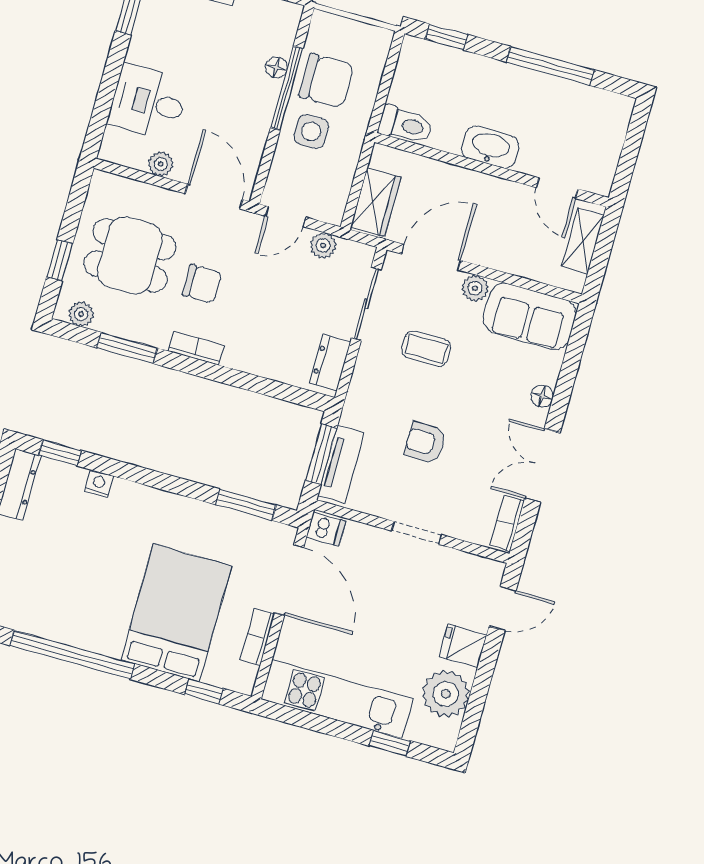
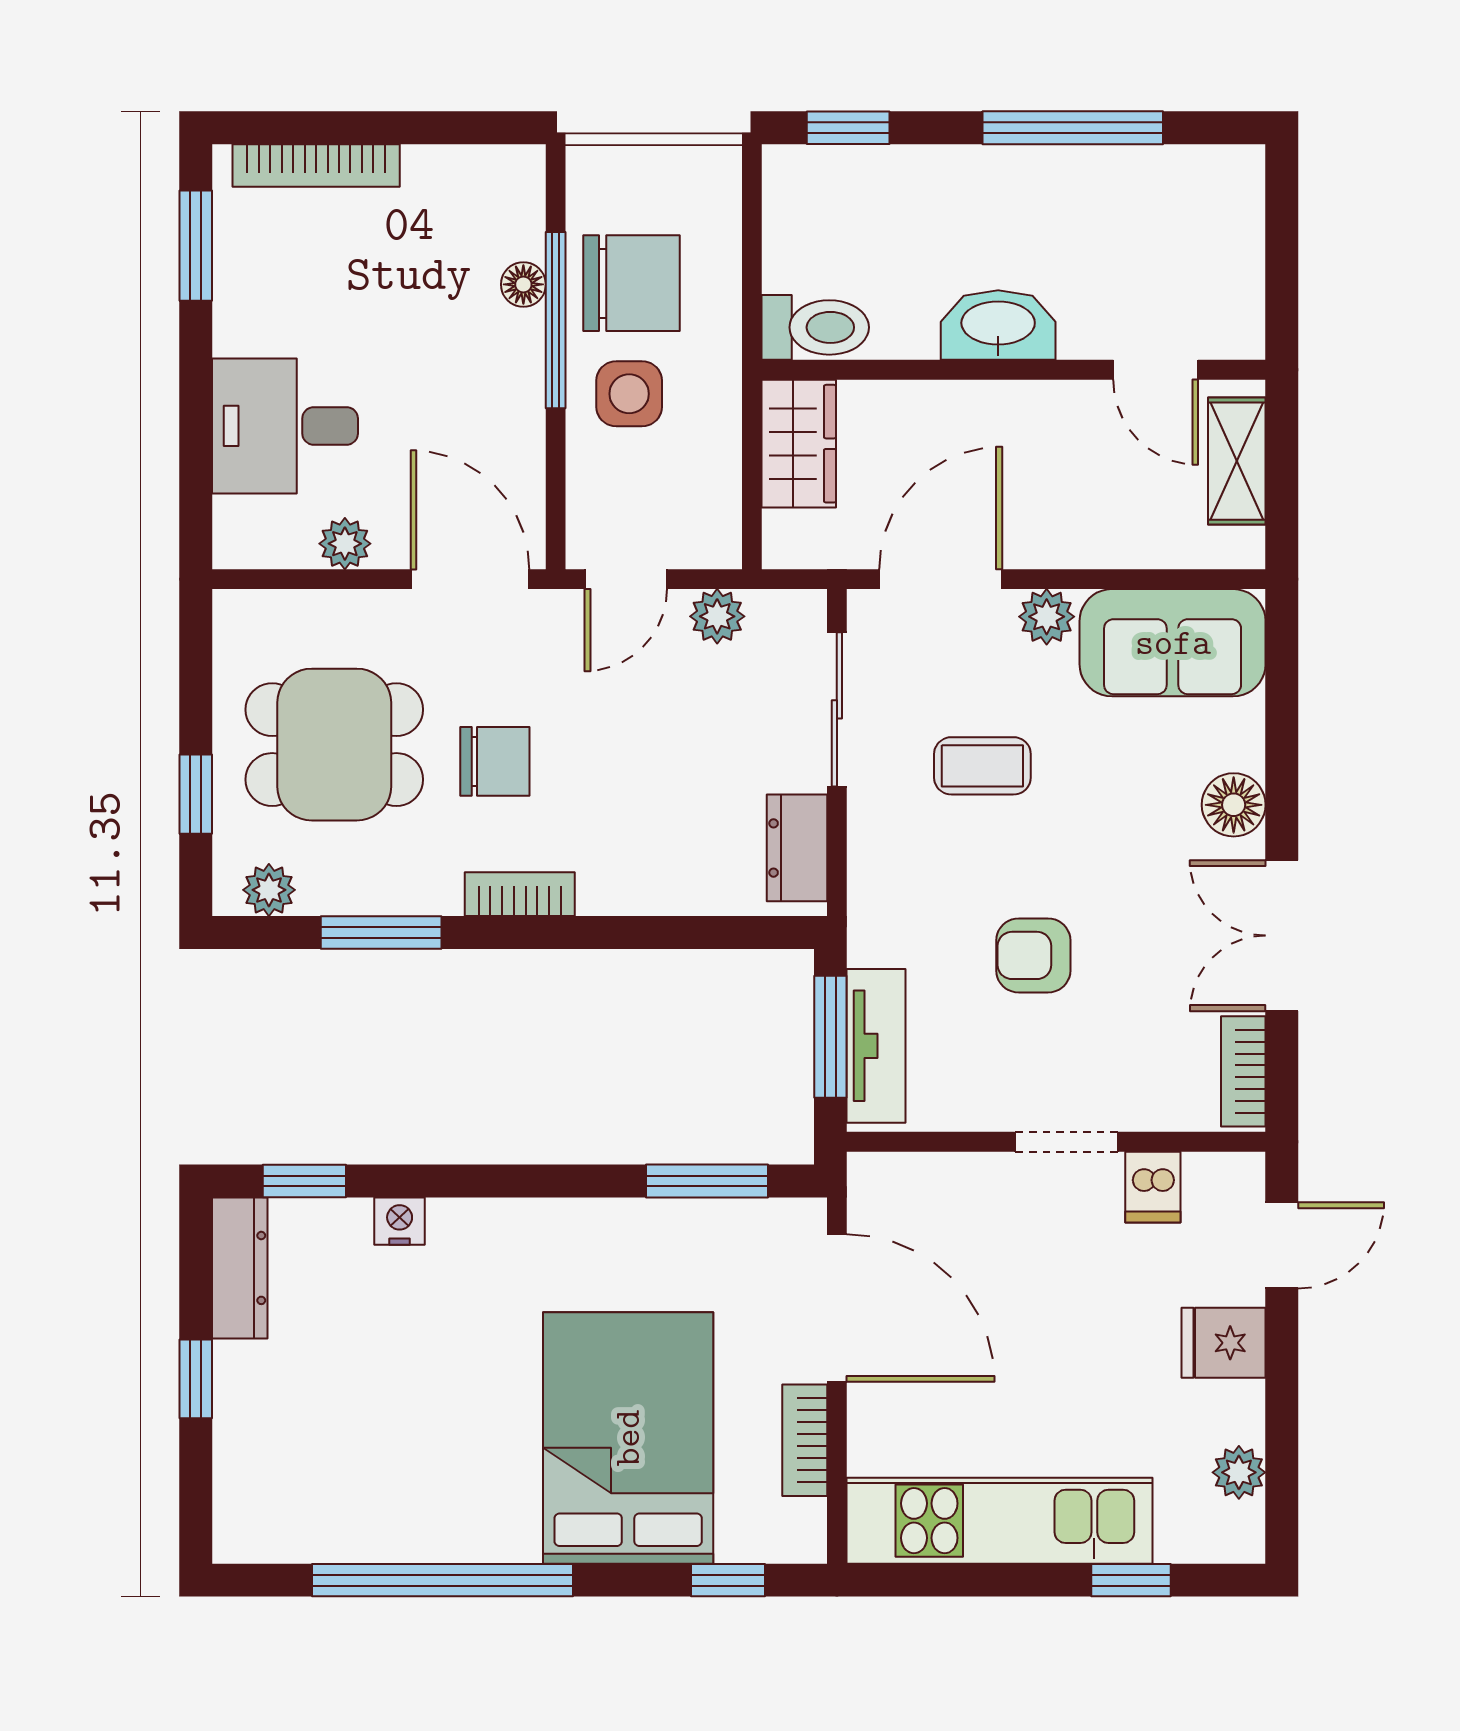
wardrobe: (376, 202) -> (799, 444), moved
floor lamp: (542, 396) -> (1234, 805), width x1.37, depth x1.37
dishwasher: (326, 529) -> (1153, 1187), moved, turned 90
plant: (446, 694) -> (1239, 1472), width x0.53, depth x0.53

